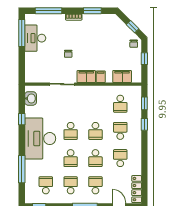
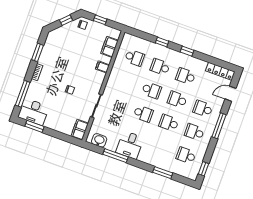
window: (22, 33) -> (35, 126), width x0.69
desk: (35, 38) -> (34, 112), moved
filing cabinet: (86, 77) -> (80, 130), moved
window: (144, 103) -> (187, 51), moved
window: (22, 119) -> (116, 156), width x2.17
desk: (40, 139) -> (130, 145), width x0.53, depth x0.77
school desk: (71, 158) -> (169, 123), turned 180
school desk: (95, 158) -> (177, 100), turned 180
window: (22, 169) -> (163, 173), width x0.69

